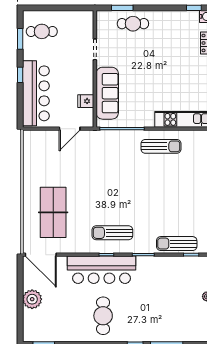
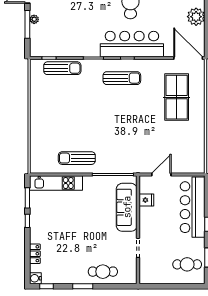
window: (122, 8) -> (83, 286), moved

